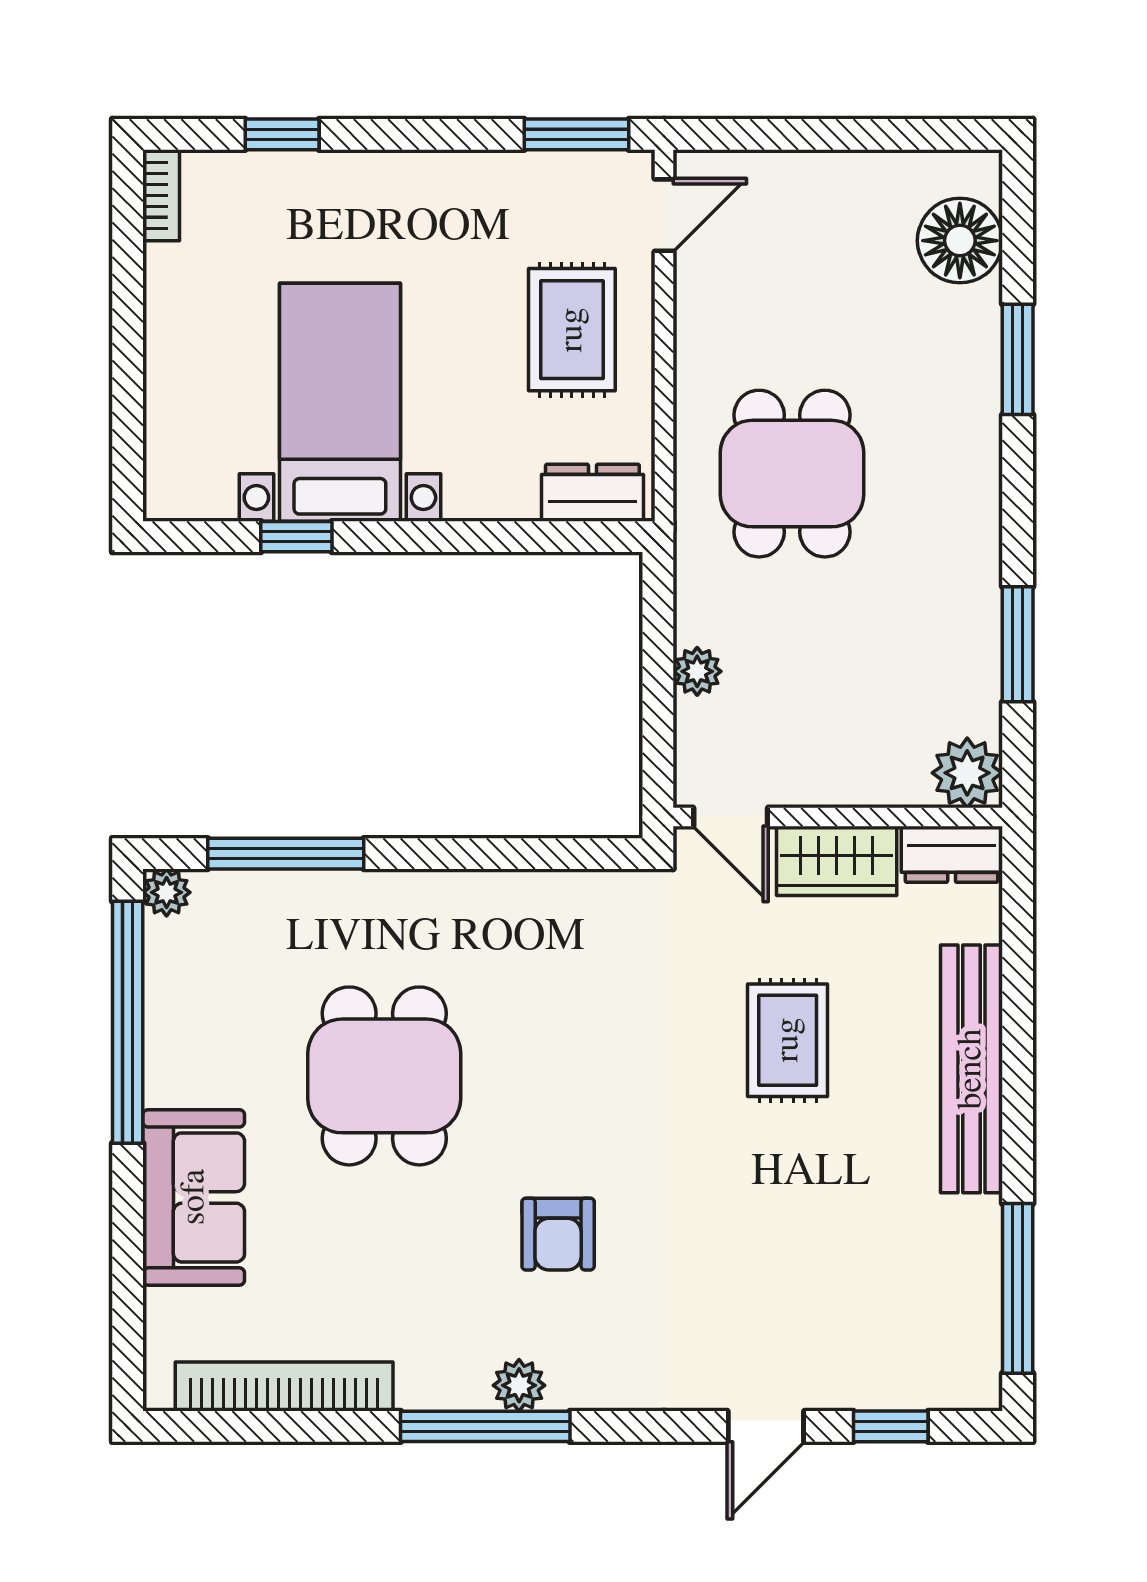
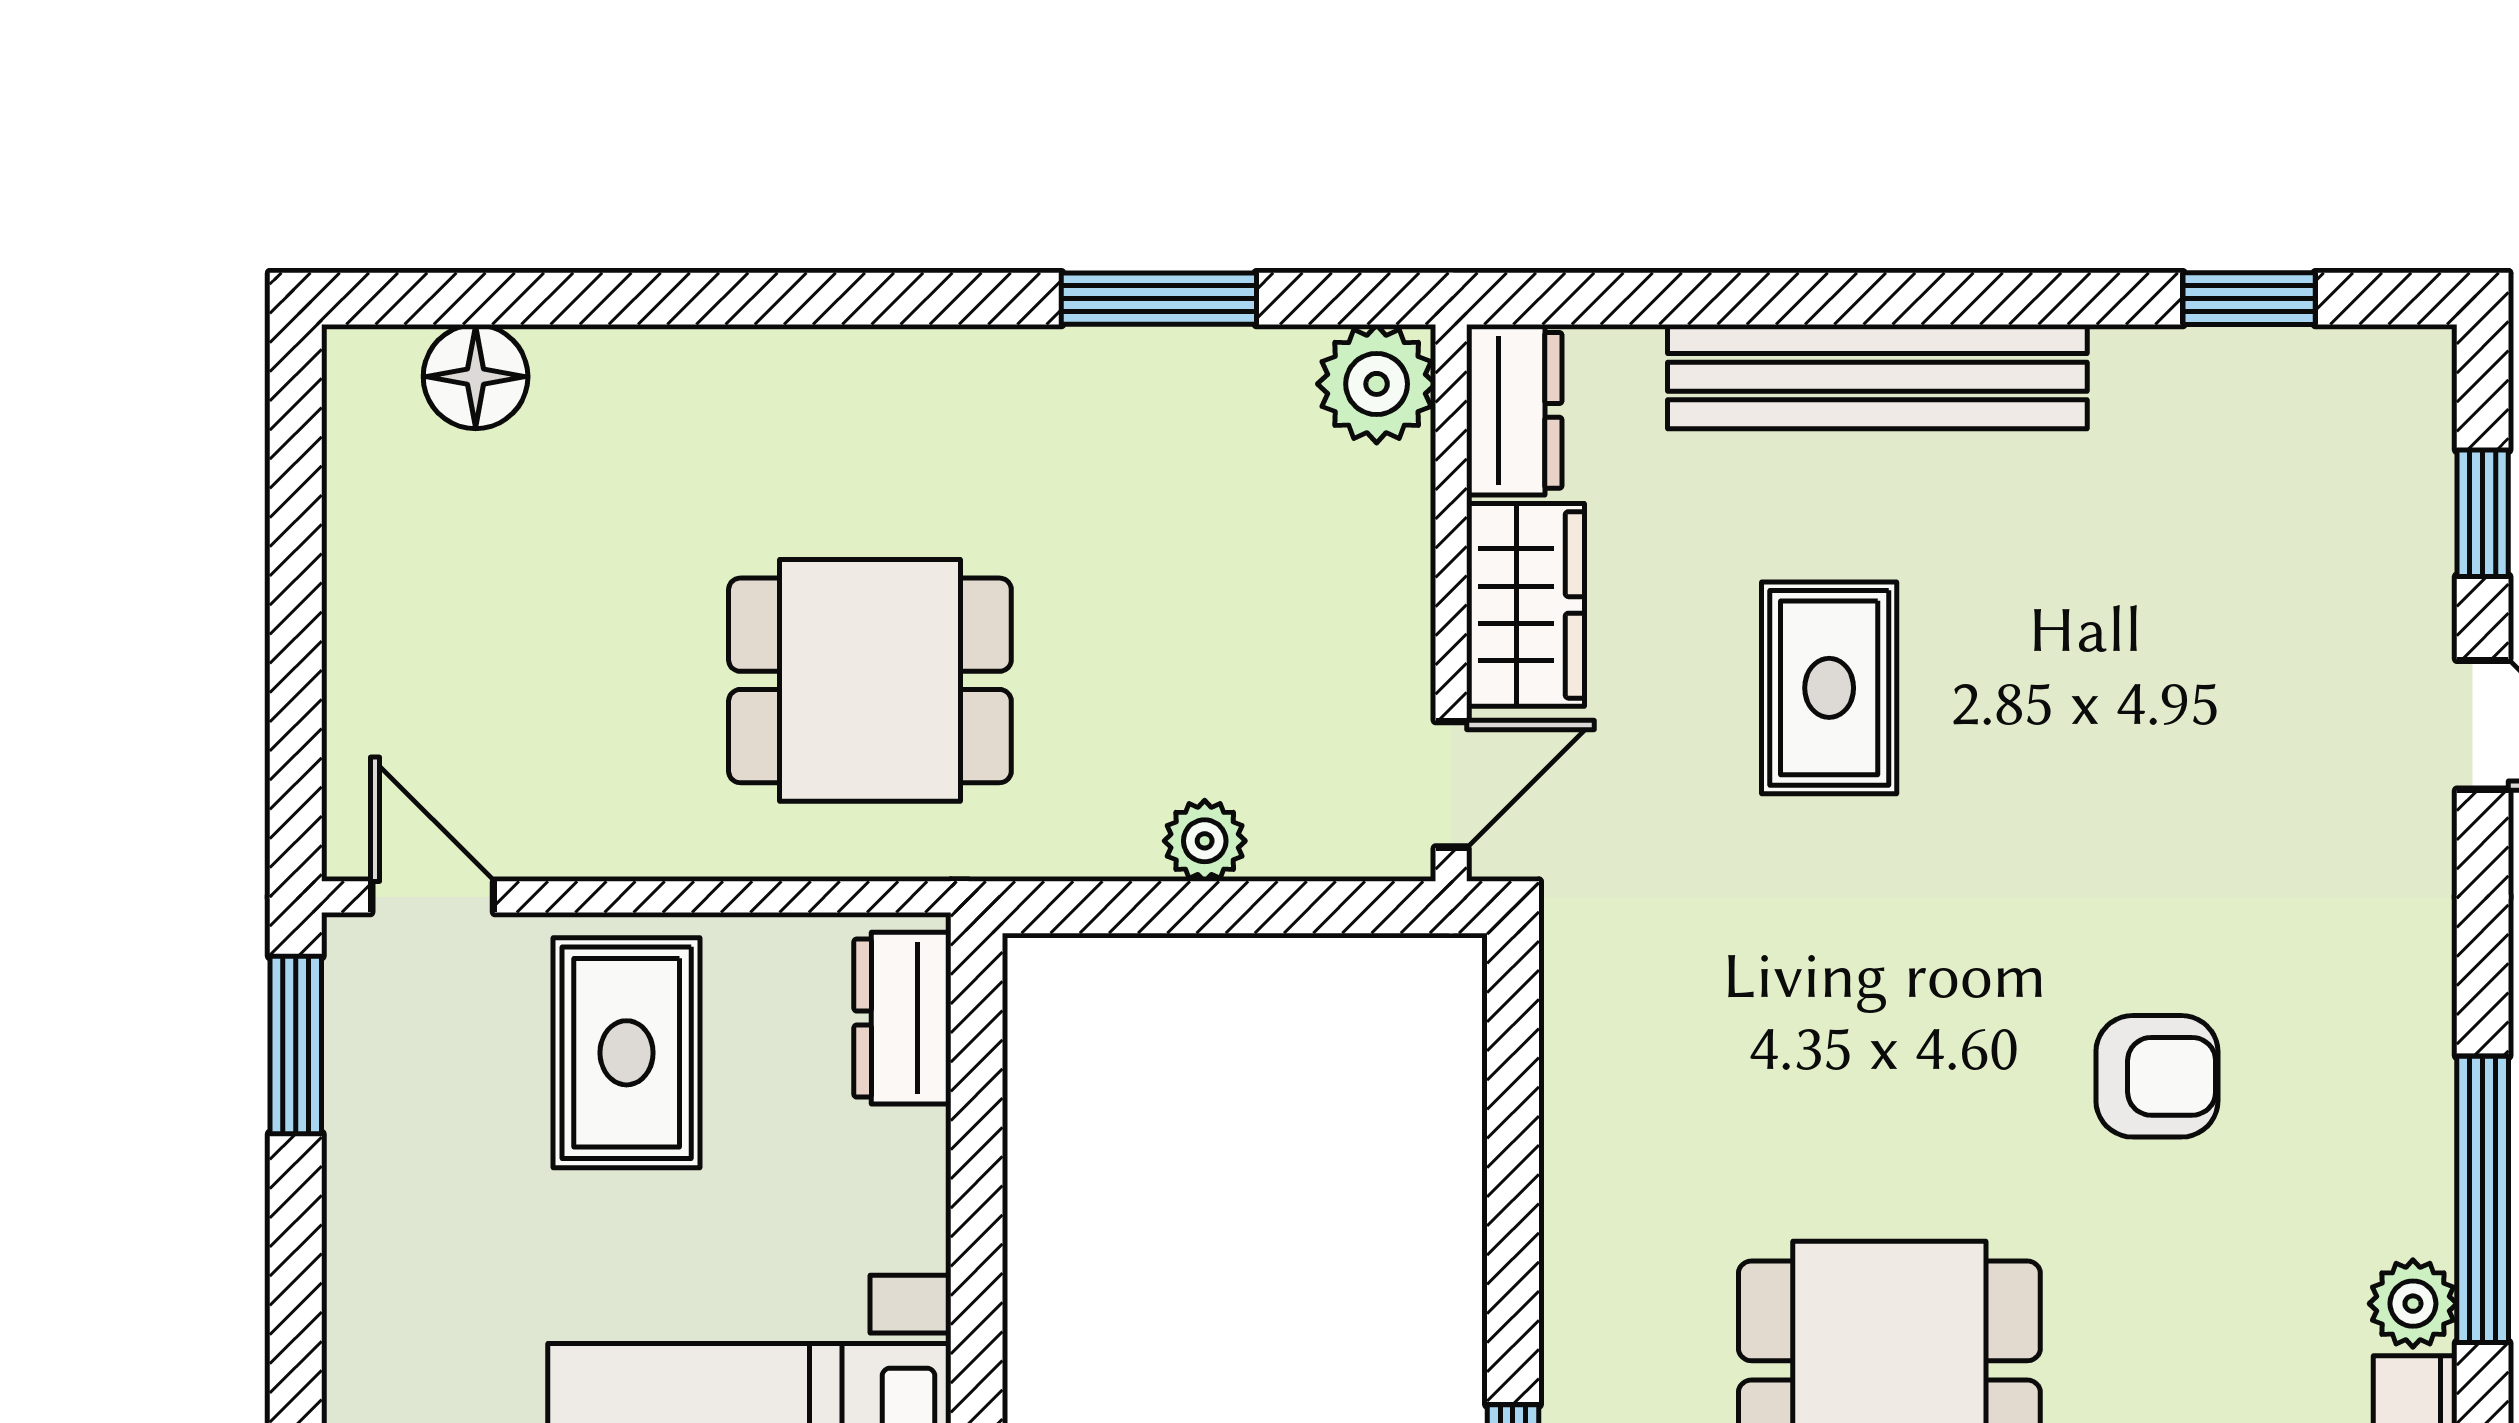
floor lamp: (960, 241) -> (476, 377), width x0.73, depth x0.73
rug: (572, 330) -> (627, 1053), turned 90
window: (1018, 359) -> (677, 299), removed
rug: (788, 1040) -> (1829, 688), turned 90
window: (1018, 1288) -> (2249, 299), width x0.46
plant: (519, 1385) -> (2413, 1304), moved

